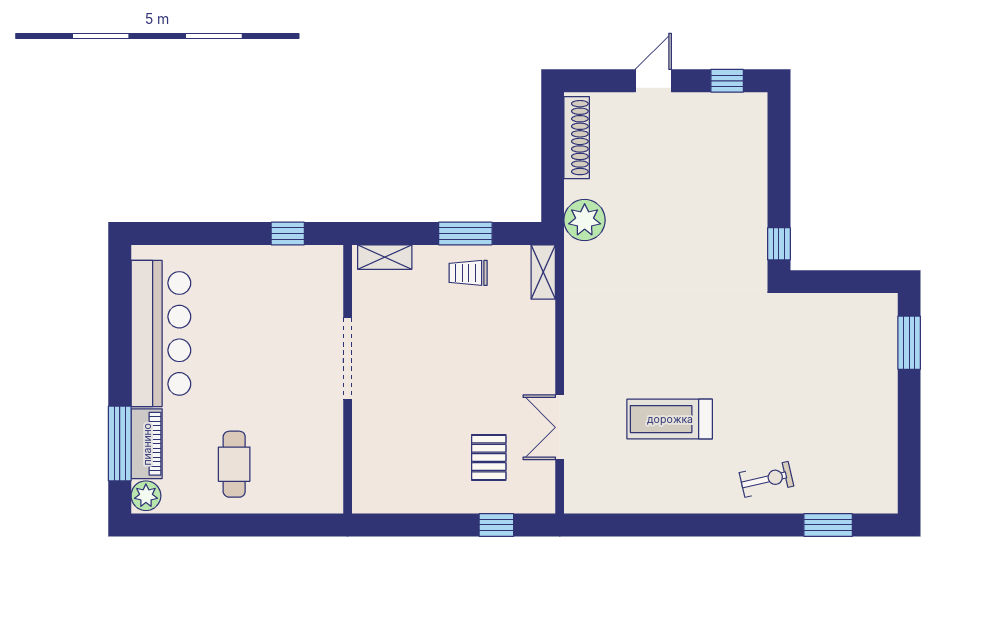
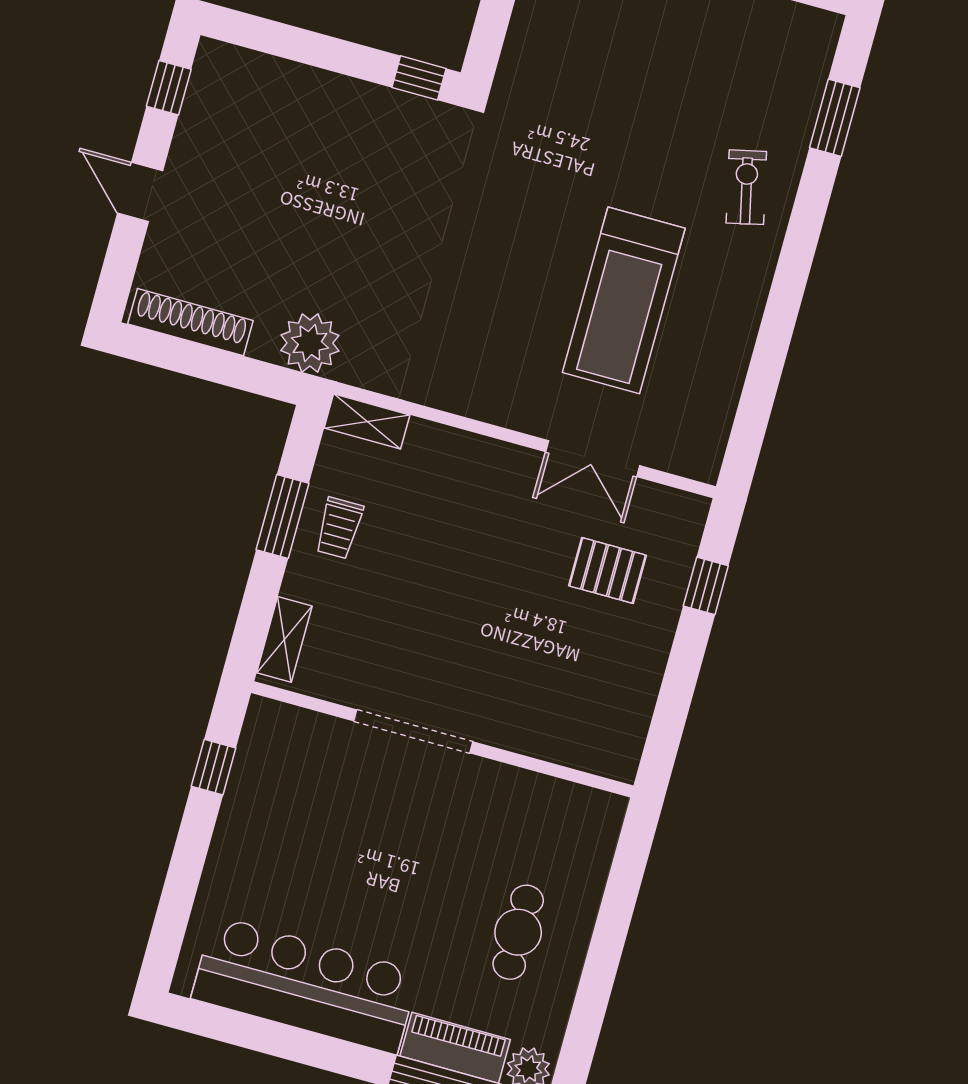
treadmill: (670, 419) -> (624, 300), width x1.37, depth x1.38
cafe table: (234, 464) -> (518, 932), turned 90

